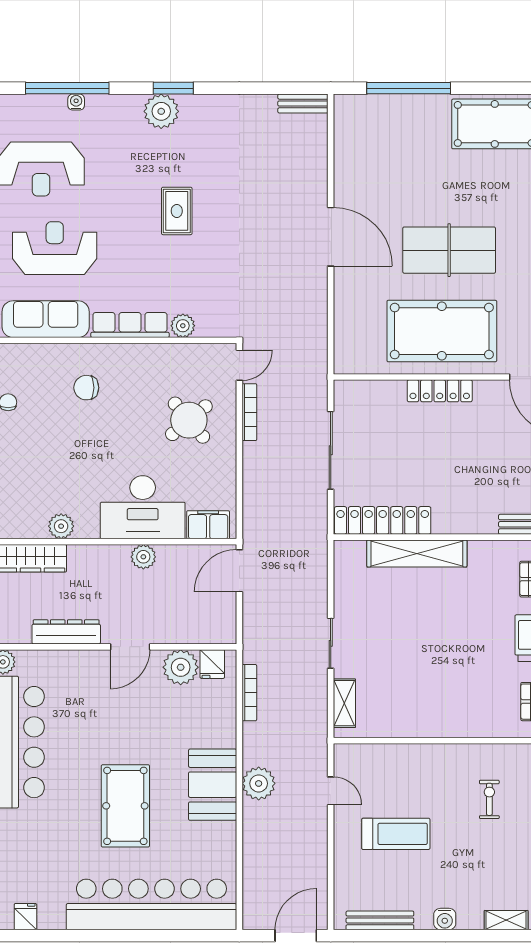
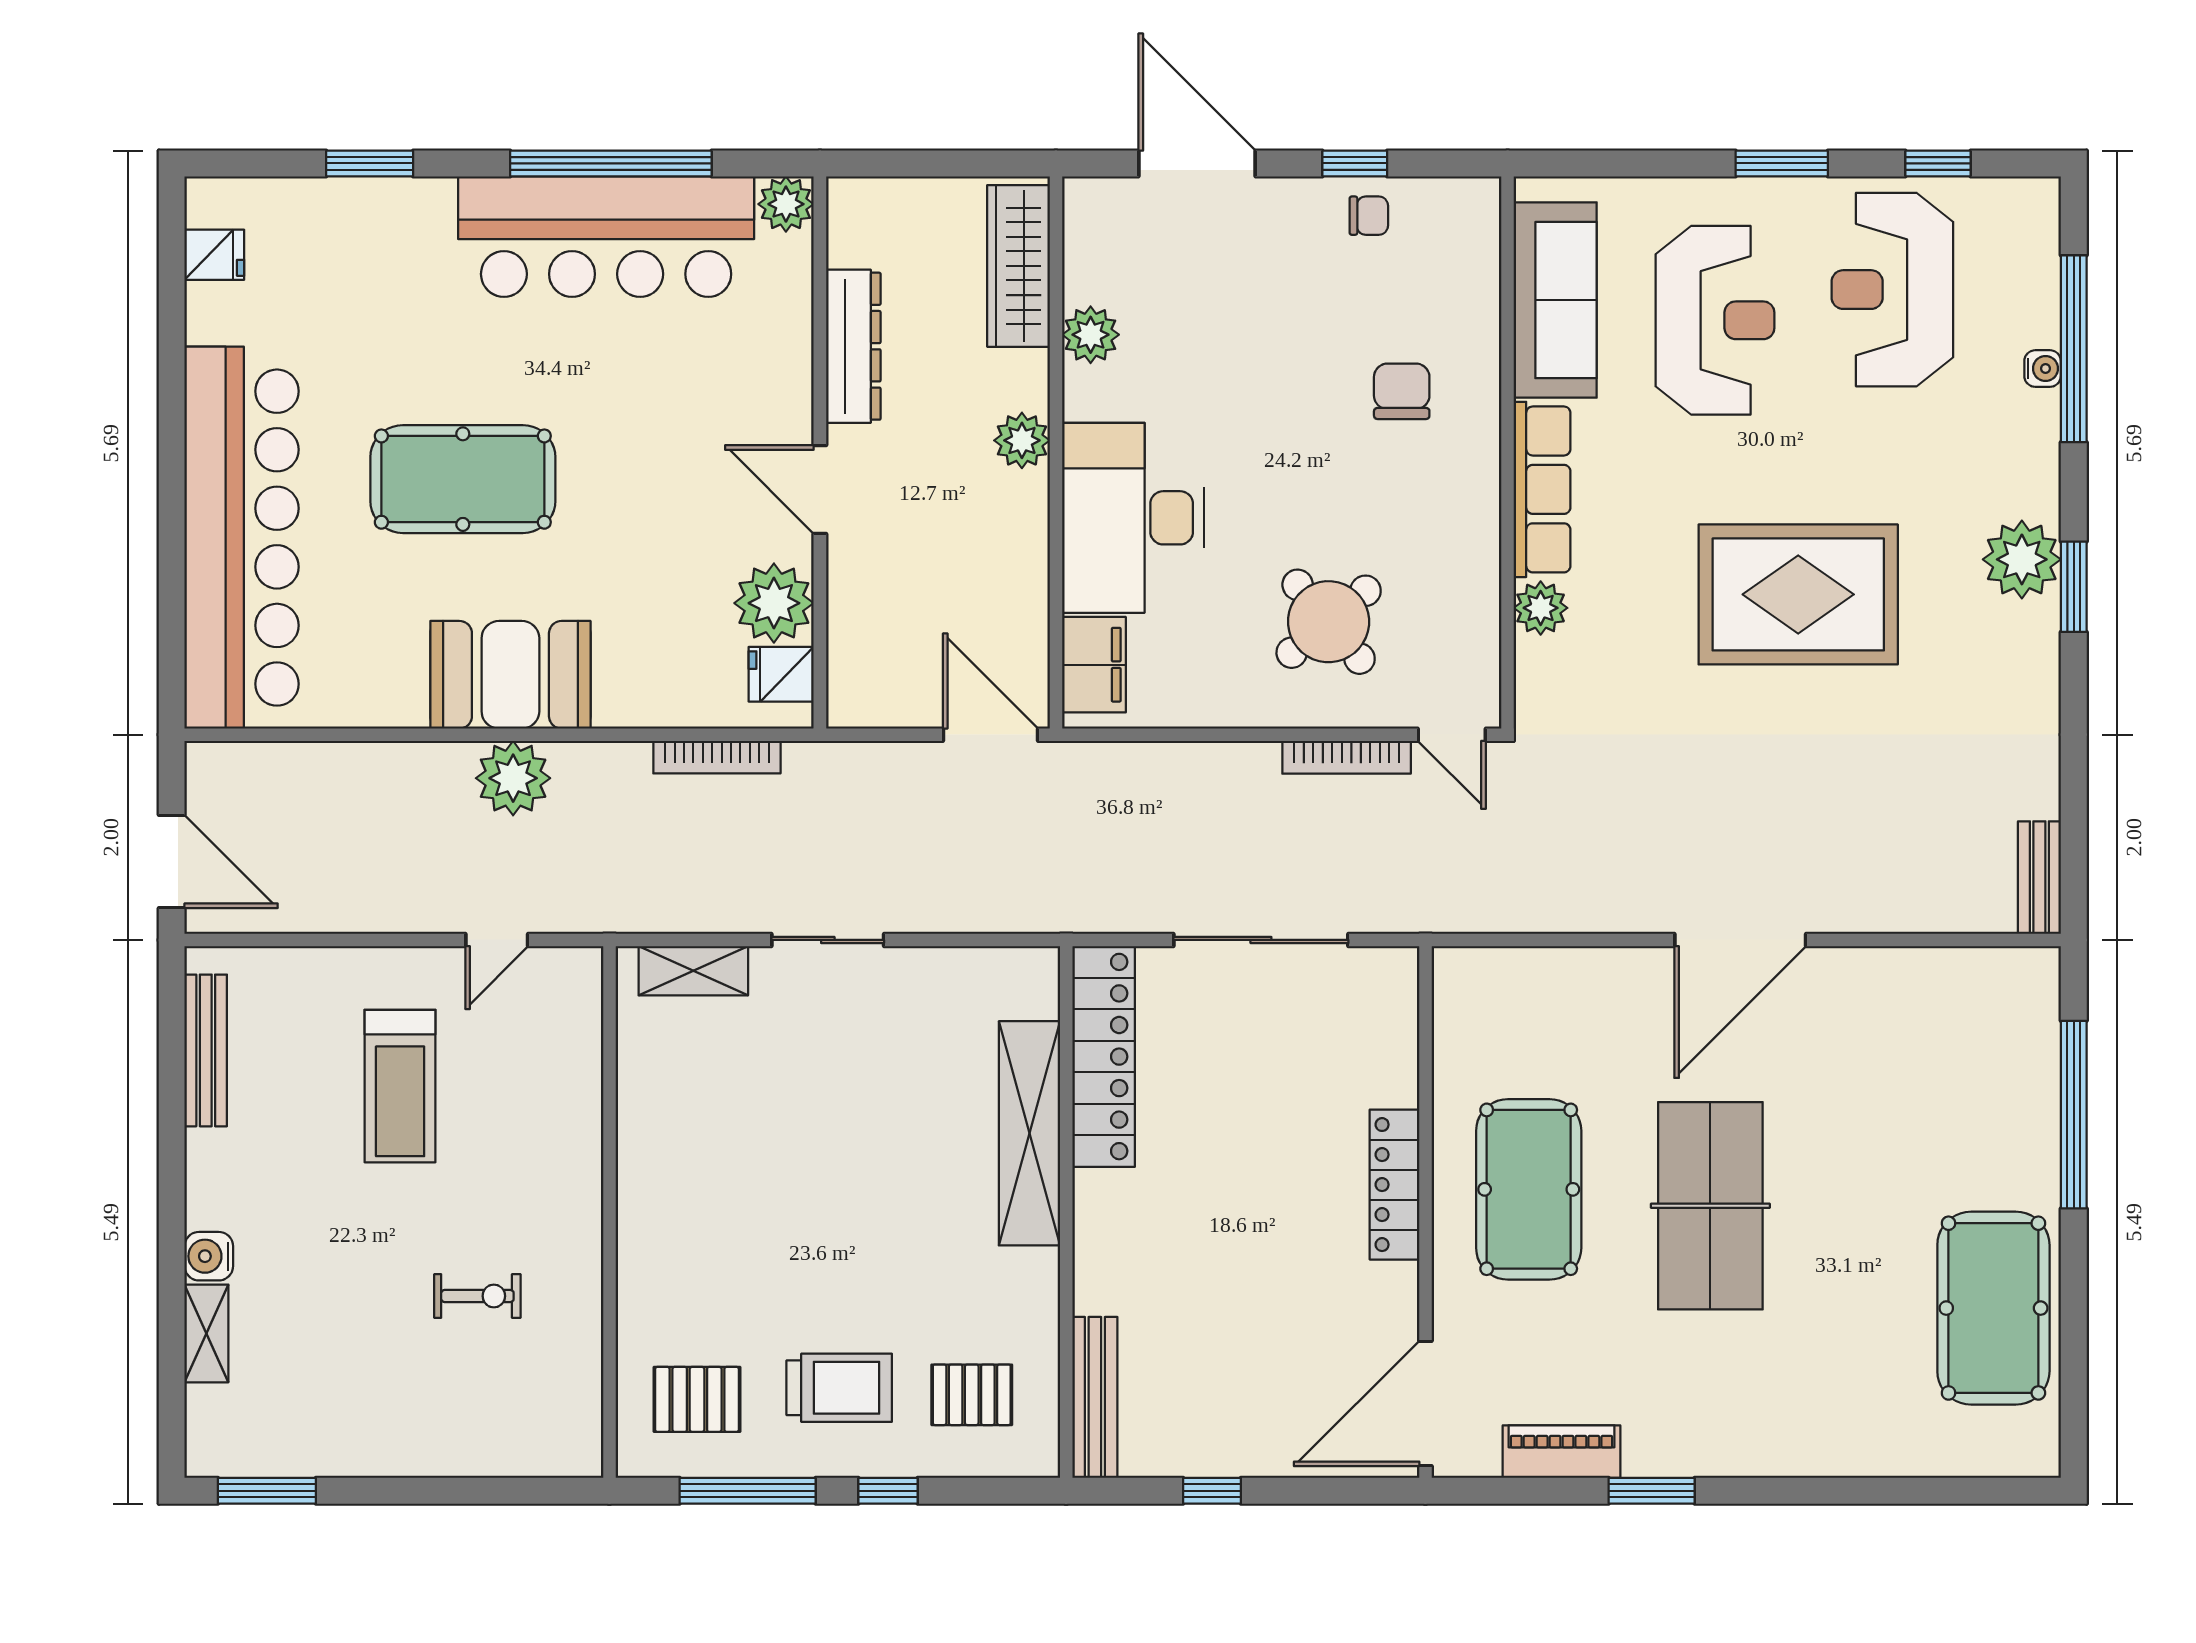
rug: (177, 211) -> (1798, 594), width x1.86, depth x2.06
pool table: (442, 331) -> (1529, 1189), width x0.73, depth x0.76
plant: (143, 557) -> (1022, 440), moved
water cooler: (445, 919) -> (209, 1256), moved

